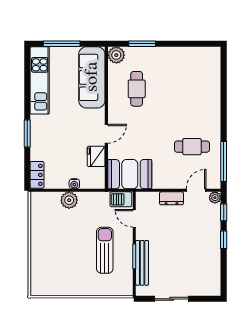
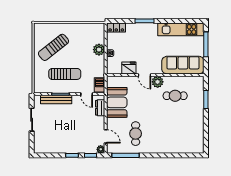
plant: (116, 55) -> (158, 82), moved
booth: (130, 174) -> (117, 102), moved
dresser: (171, 198) -> (100, 108), moved
door: (134, 218) -> (87, 94), swing flipped
sun lounger: (66, 267) -> (54, 47), added

